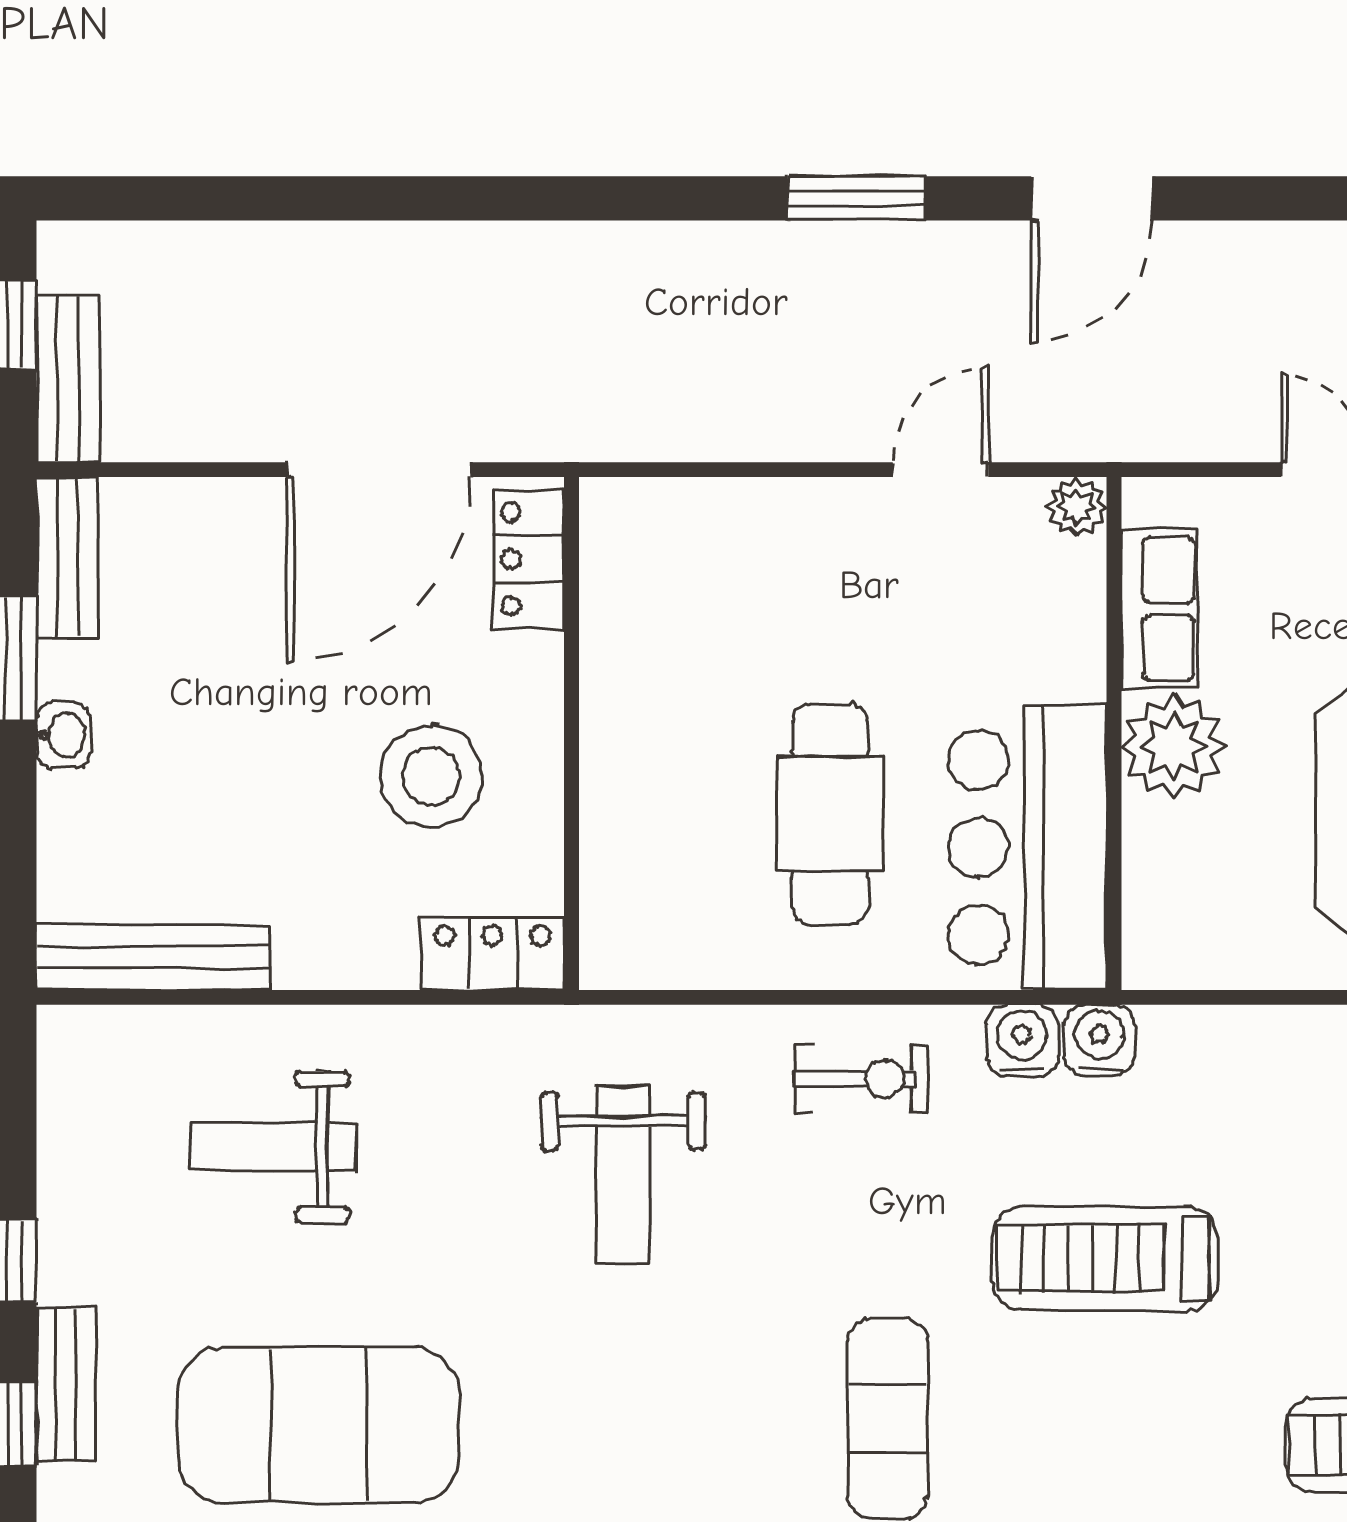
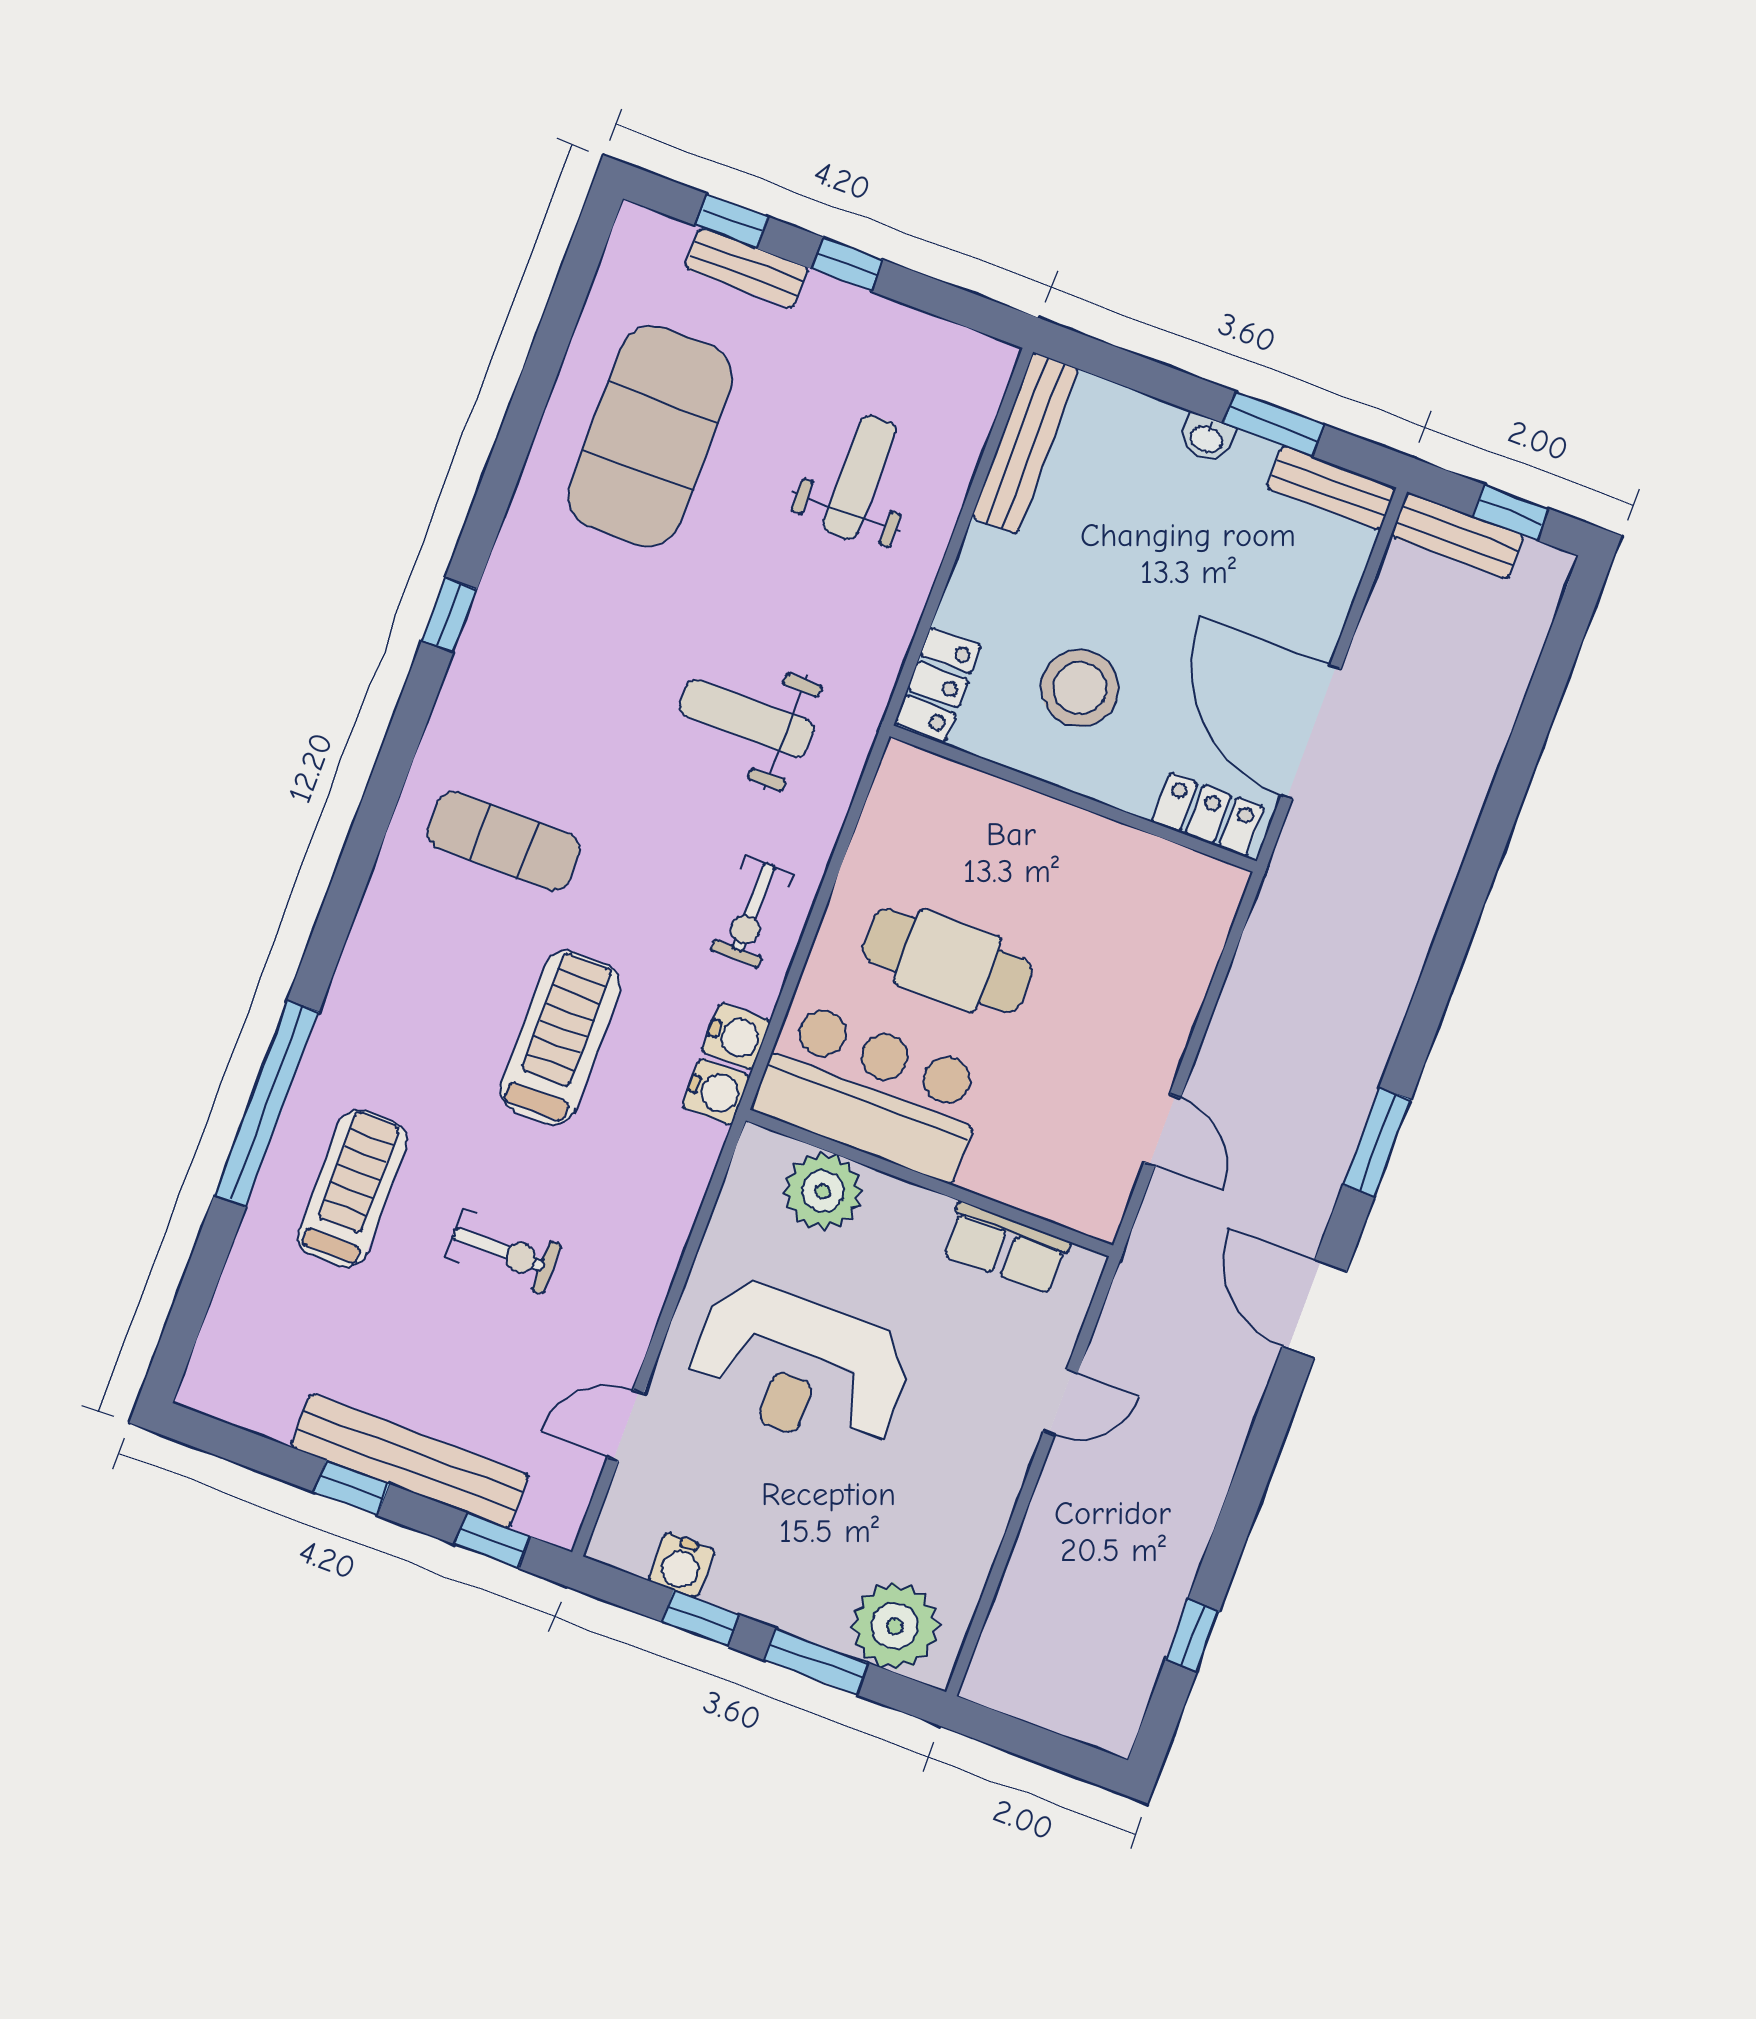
plant: (1077, 507) -> (1100, 1217), removed
plant: (1173, 746) -> (823, 1191), moved

